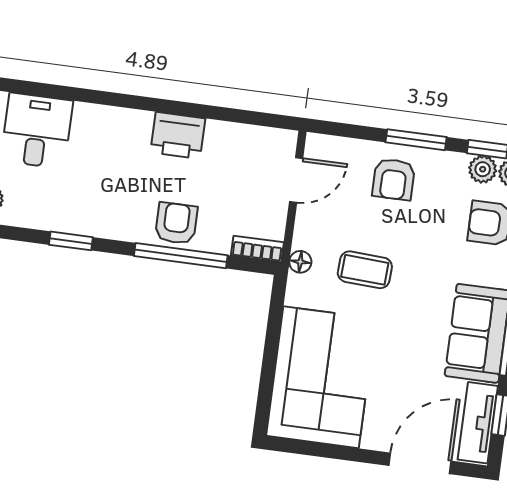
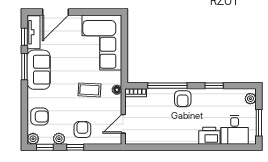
printer: (178, 135) -> (209, 136), moved
window: (416, 140) -> (75, 147), width x0.67
plant: (483, 169) -> (59, 139), moved
armchair: (176, 223) -> (183, 99), moved

